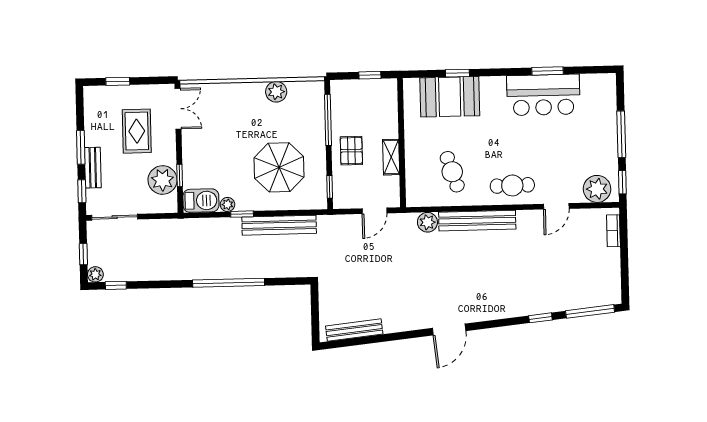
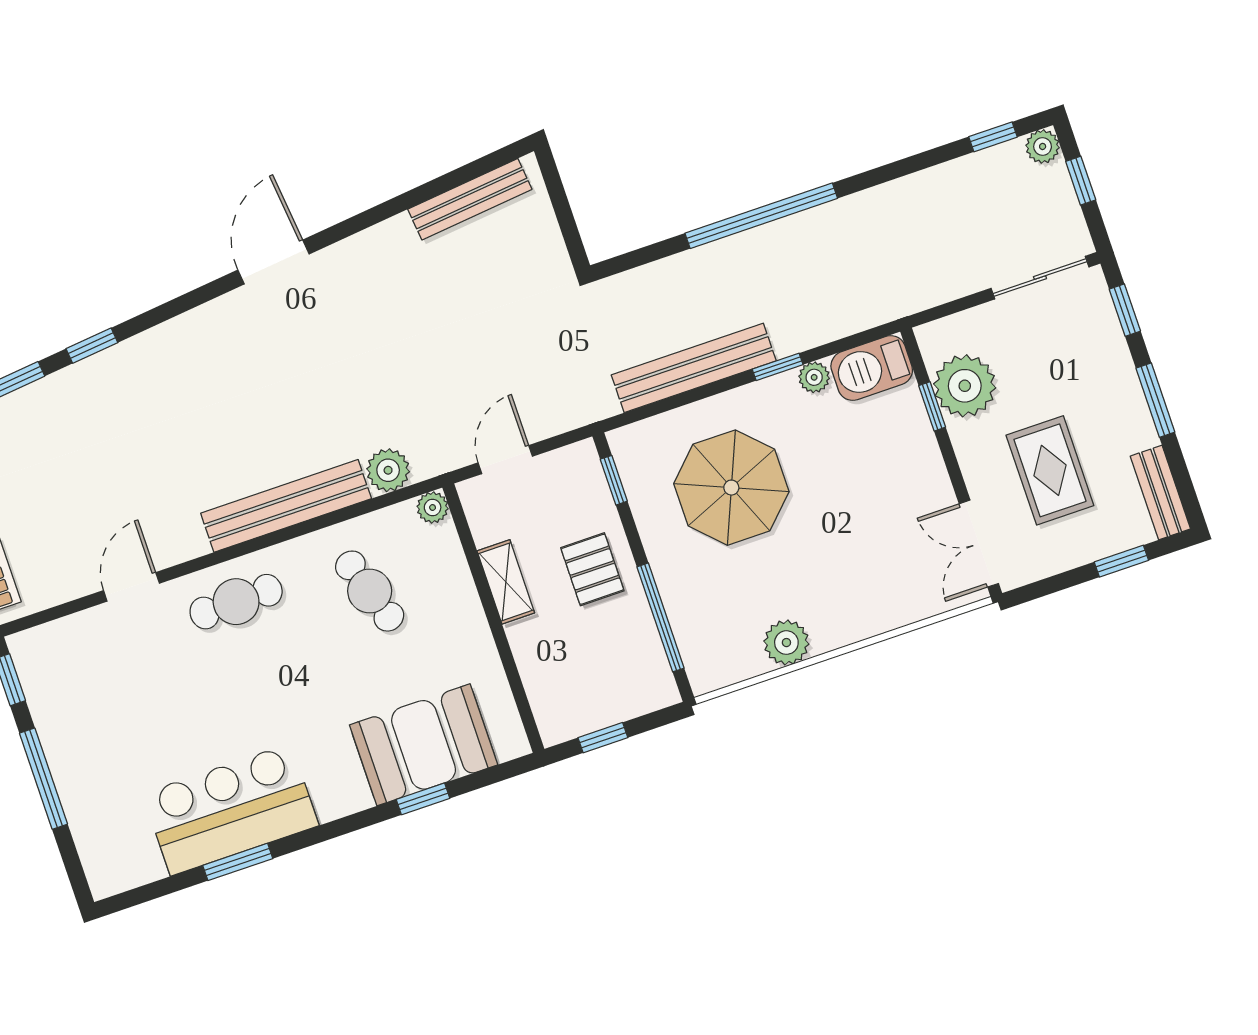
bench: (93, 168) -> (1160, 492), moved
plant: (597, 189) -> (433, 508), moved, width x0.53, depth x0.53

